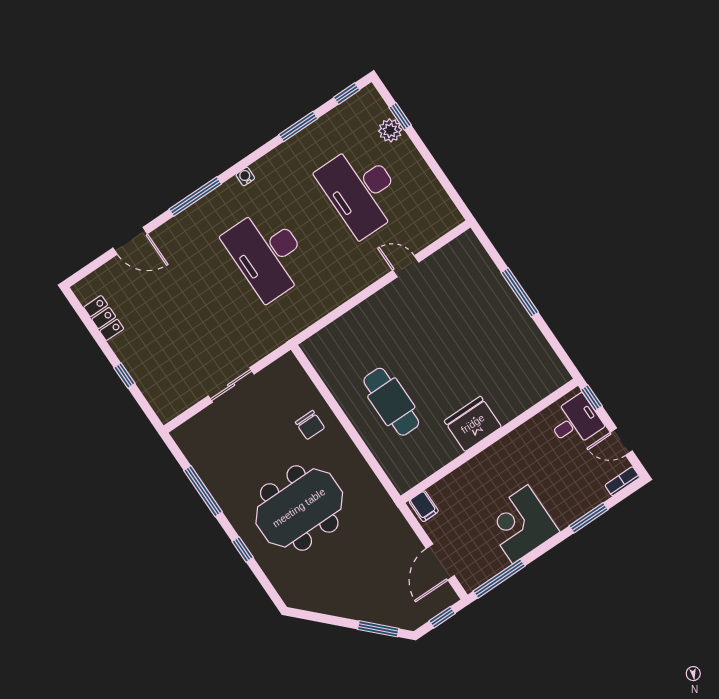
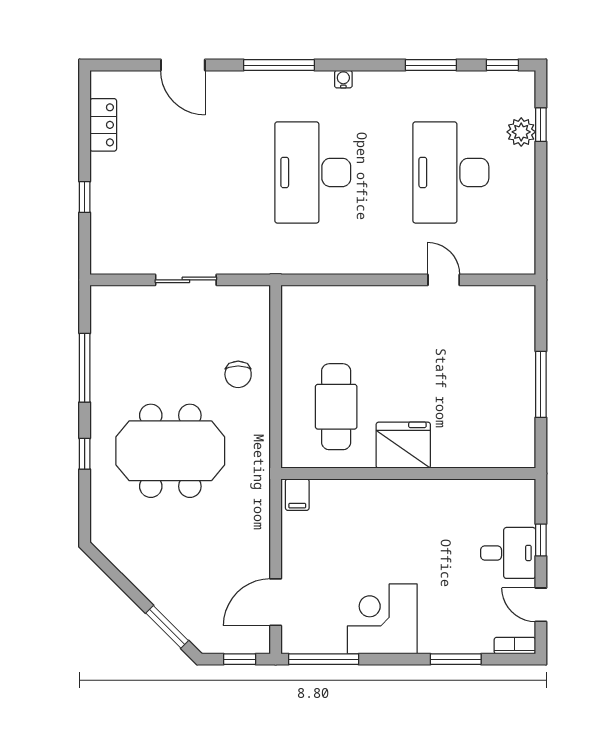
fridge: (473, 424) -> (403, 445), moved
wall: (489, 441) -> (408, 473), moved
filing cabinet: (424, 506) -> (297, 495), moved

